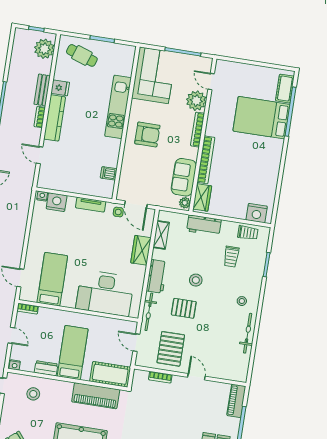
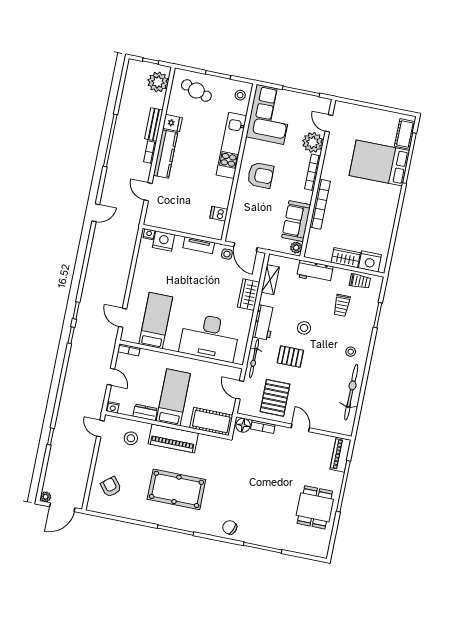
stool: (124, 58) -> (240, 95), added
wardrobe: (202, 197) -> (346, 258), moved, turned -90
bicycle: (248, 333) -> (351, 392), width x1.37, depth x1.40
floor lamp: (141, 377) -> (243, 425), added
piano: (96, 396) -> (173, 438), moved

